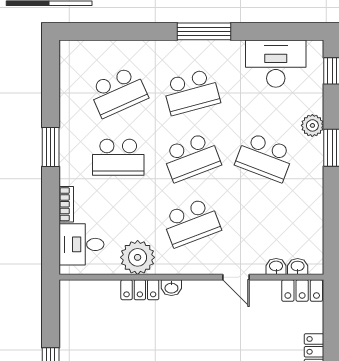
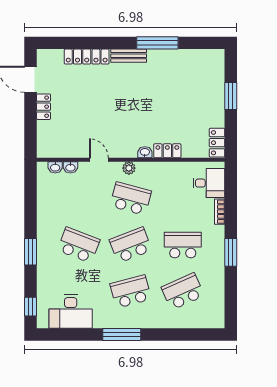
plant: (312, 125) -> (45, 268), removed
school desk: (191, 223) -> (131, 199), turned 36
plant: (138, 257) -> (129, 168), moved, width x0.53, depth x0.53
locker: (302, 290) -> (217, 143), moved, turned -90

